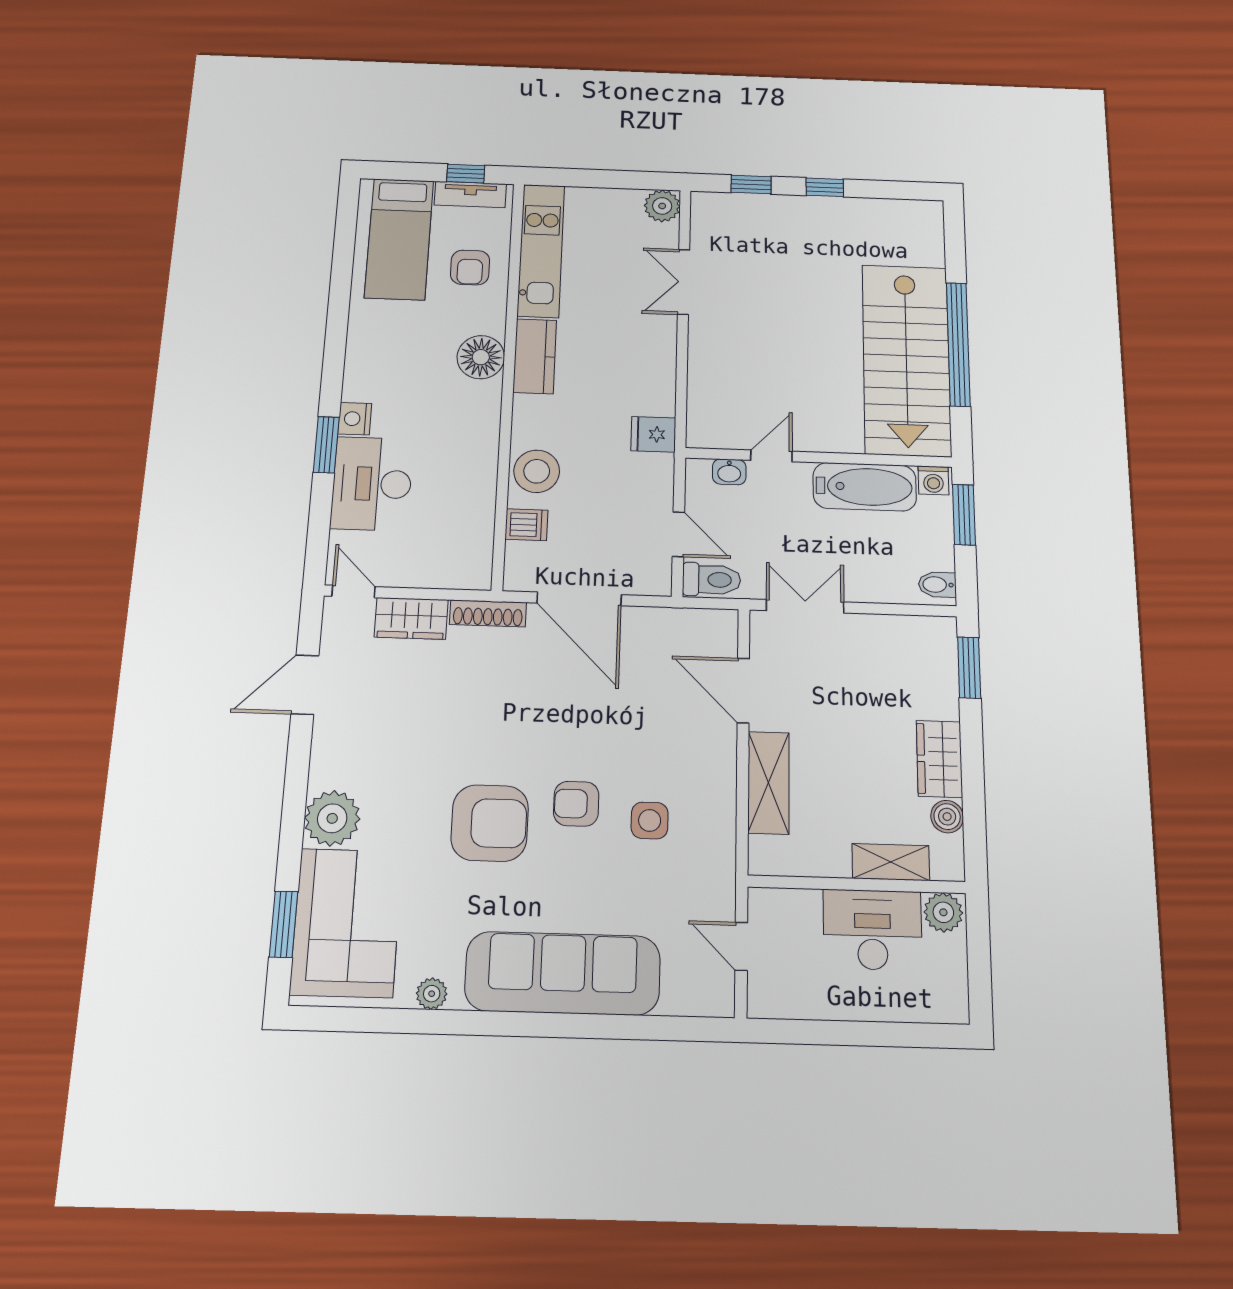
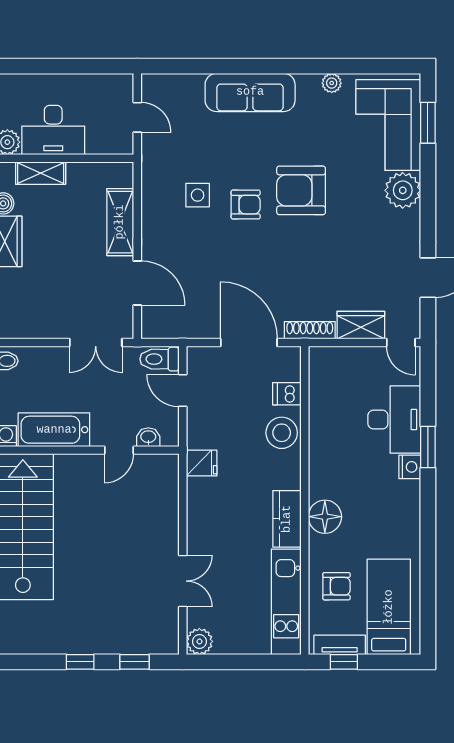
armchair: (470, 267) -> (336, 586), turned 90
sofa: (563, 973) -> (250, 92), width x0.74, depth x0.79

